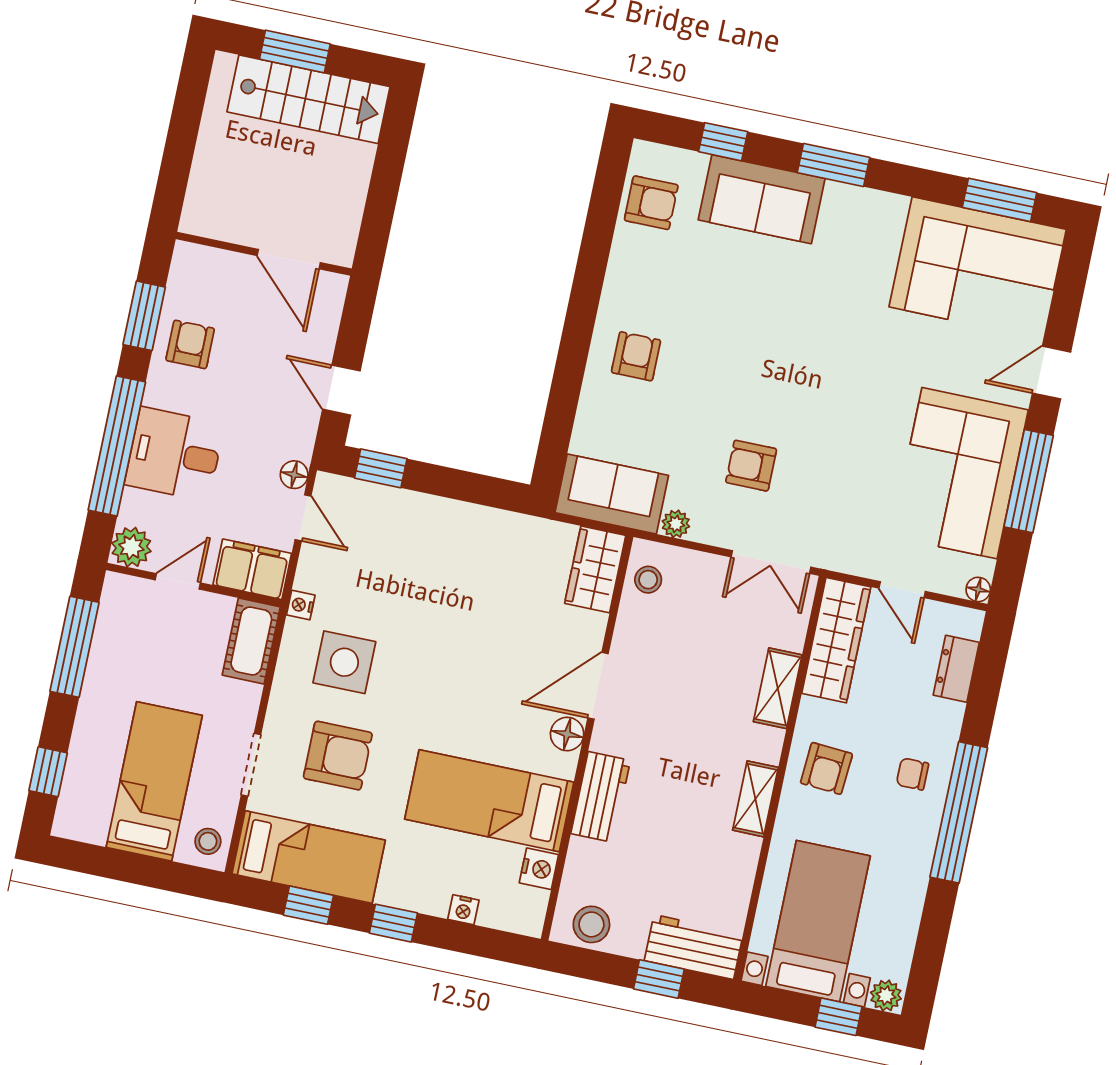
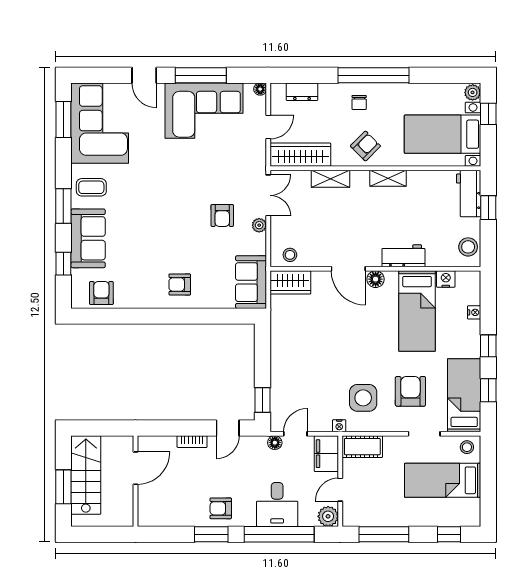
coffee table: (858, 226) -> (91, 187), added
wall: (264, 254) -> (135, 481), moved
door: (289, 259) -> (135, 468), moved
bookcase: (330, 317) -> (192, 442), added
plant: (676, 524) -> (259, 225), moved
door: (178, 581) -> (340, 490), hinge flipped
armchair: (826, 768) -> (365, 146), turned -49

